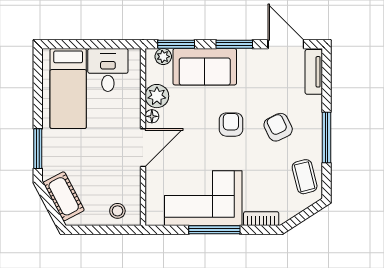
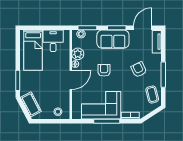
door: (286, 44) -> (143, 28), hinge flipped
sofa: (205, 67) -> (113, 39), moved
armchair: (231, 125) -> (104, 70), moved

